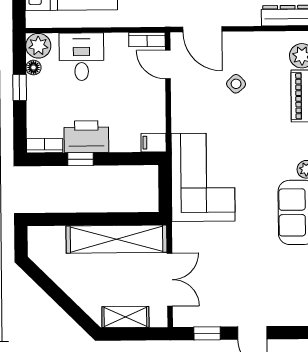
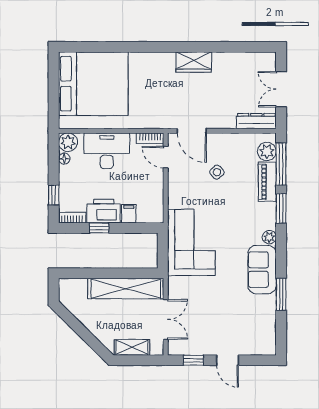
desk: (82, 57) -> (107, 151), width x1.37
window: (20, 87) -> (54, 195), moved
filing cabinet: (154, 143) -> (129, 214), moved, turned 90

